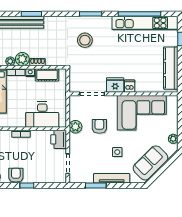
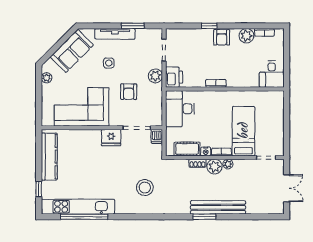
window: (91, 14) -> (138, 217), removed
dishwasher: (130, 86) -> (157, 136), moved
desk: (42, 115) -> (180, 109), moved, turned -90
plant: (75, 127) -> (155, 76), moved

